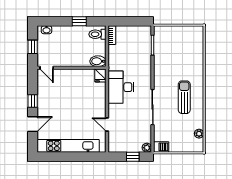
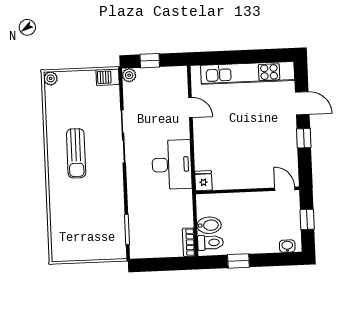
bidet: (98, 61) -> (209, 225), moved
door: (33, 124) -> (302, 103), swing flipped
plant: (199, 134) -> (51, 78), moved

